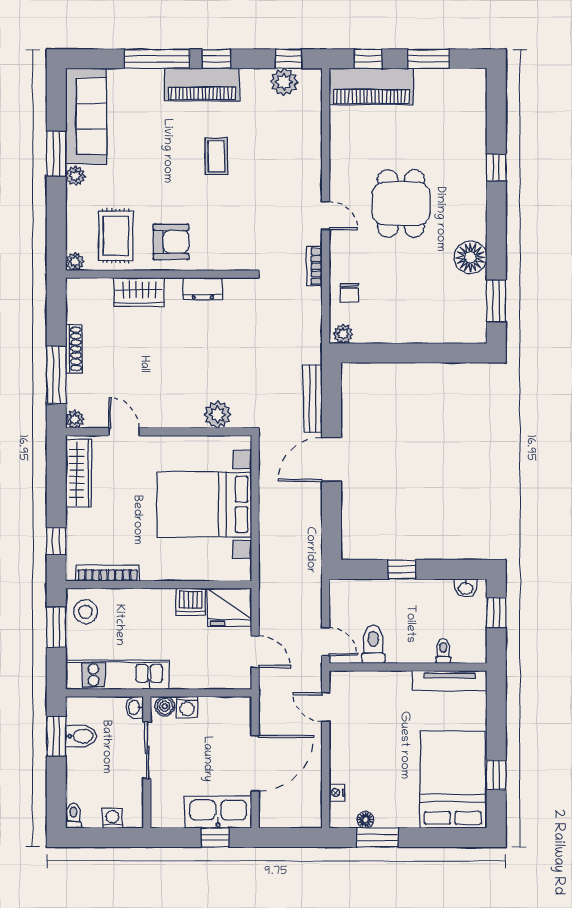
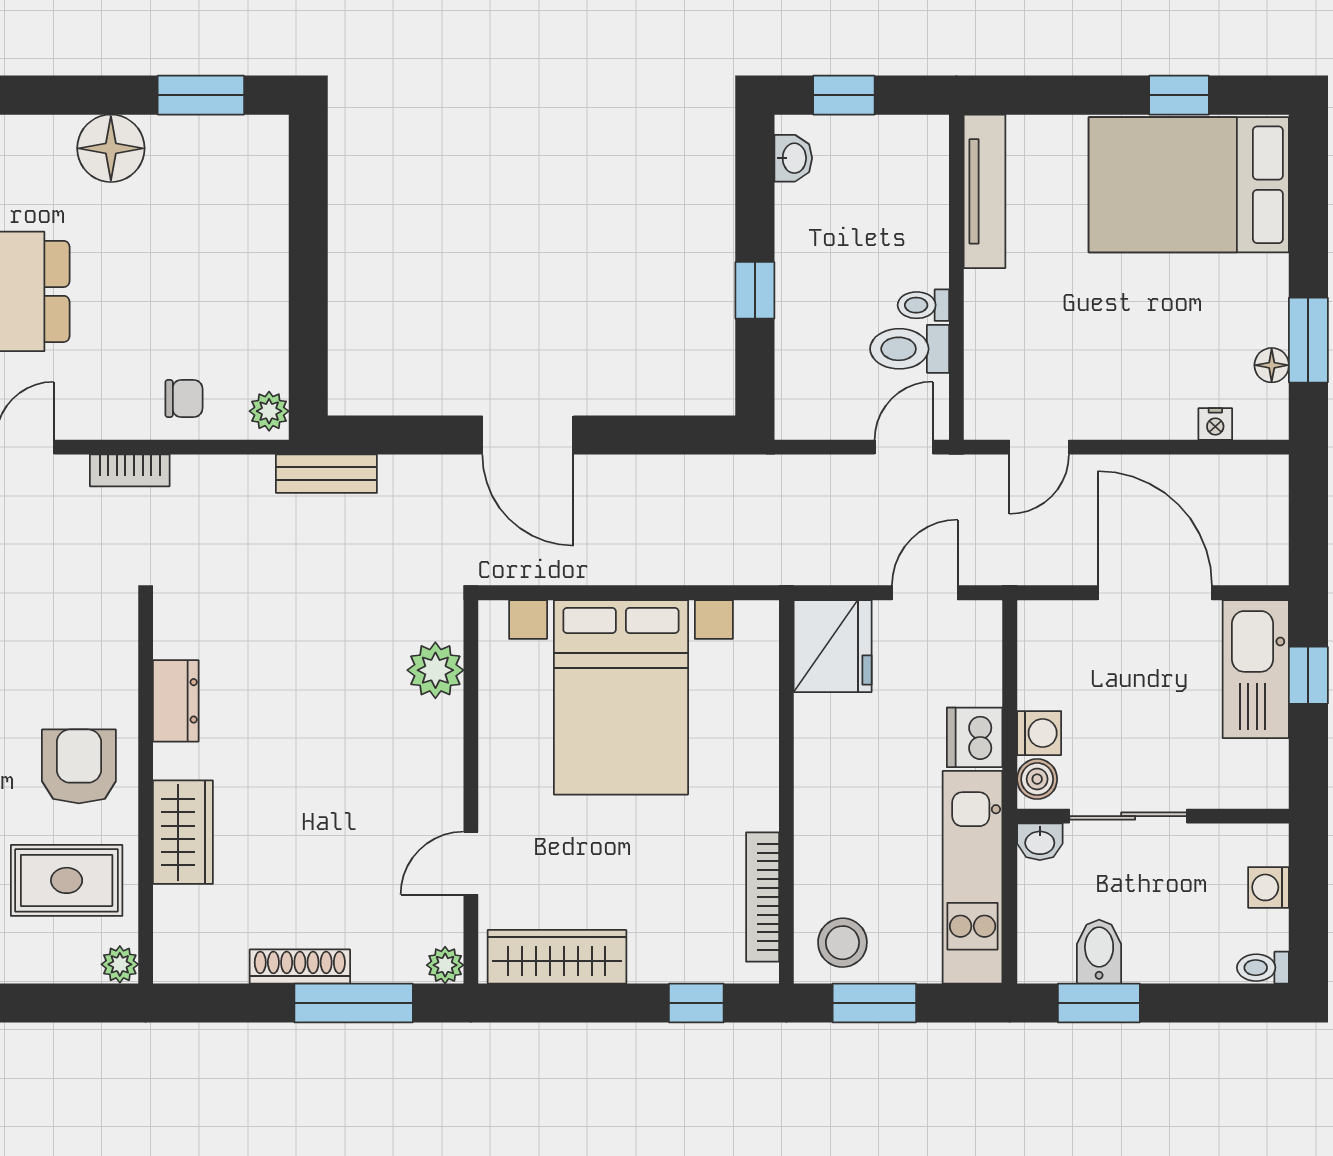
bench: (313, 399) -> (326, 474), moved, width x0.73
dishwasher: (191, 602) -> (975, 737), moved, turned 180
toilet: (443, 651) -> (923, 305), moved

